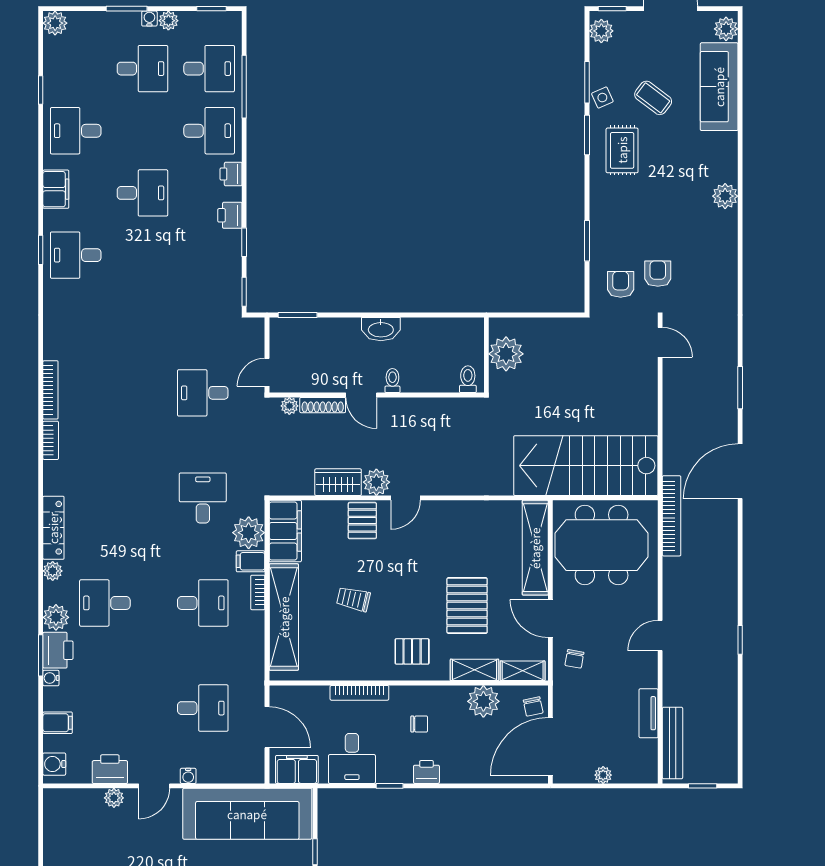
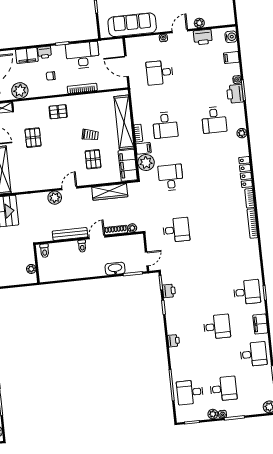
desk: (142, 69) -> (223, 389), turned 180
desk: (209, 131) -> (187, 361), removed
desk: (142, 193) -> (217, 327), turned 180
printer: (230, 215) -> (169, 291), moved
washbasin: (381, 329) -> (115, 269), moved
plant: (506, 354) -> (31, 269), width x0.53, depth x0.53
door: (267, 372) -> (147, 259), moved
door: (361, 395) -> (97, 237), hinge flipped
bench: (414, 407) -> (70, 234), added
wardrobe: (338, 482) -> (110, 192), width x1.50
plant: (376, 482) -> (55, 198), moved
desk: (203, 498) -> (171, 177), turned 180
pallet: (362, 521) -> (93, 159), moved
locker: (53, 528) -> (246, 172), moved
desk: (105, 603) -> (214, 120), turned 90
desk: (203, 603) -> (165, 125), turned -90
pallet: (467, 606) -> (33, 138), width x0.67, depth x0.71
plant: (56, 617) -> (238, 110), removed
shelving: (474, 670) -> (26, 106), removed
desk: (352, 758) -> (83, 55), width x1.37
filing cabinet: (297, 769) -> (27, 55), moved
sofa: (247, 814) -> (132, 25), width x0.74, depth x0.79

